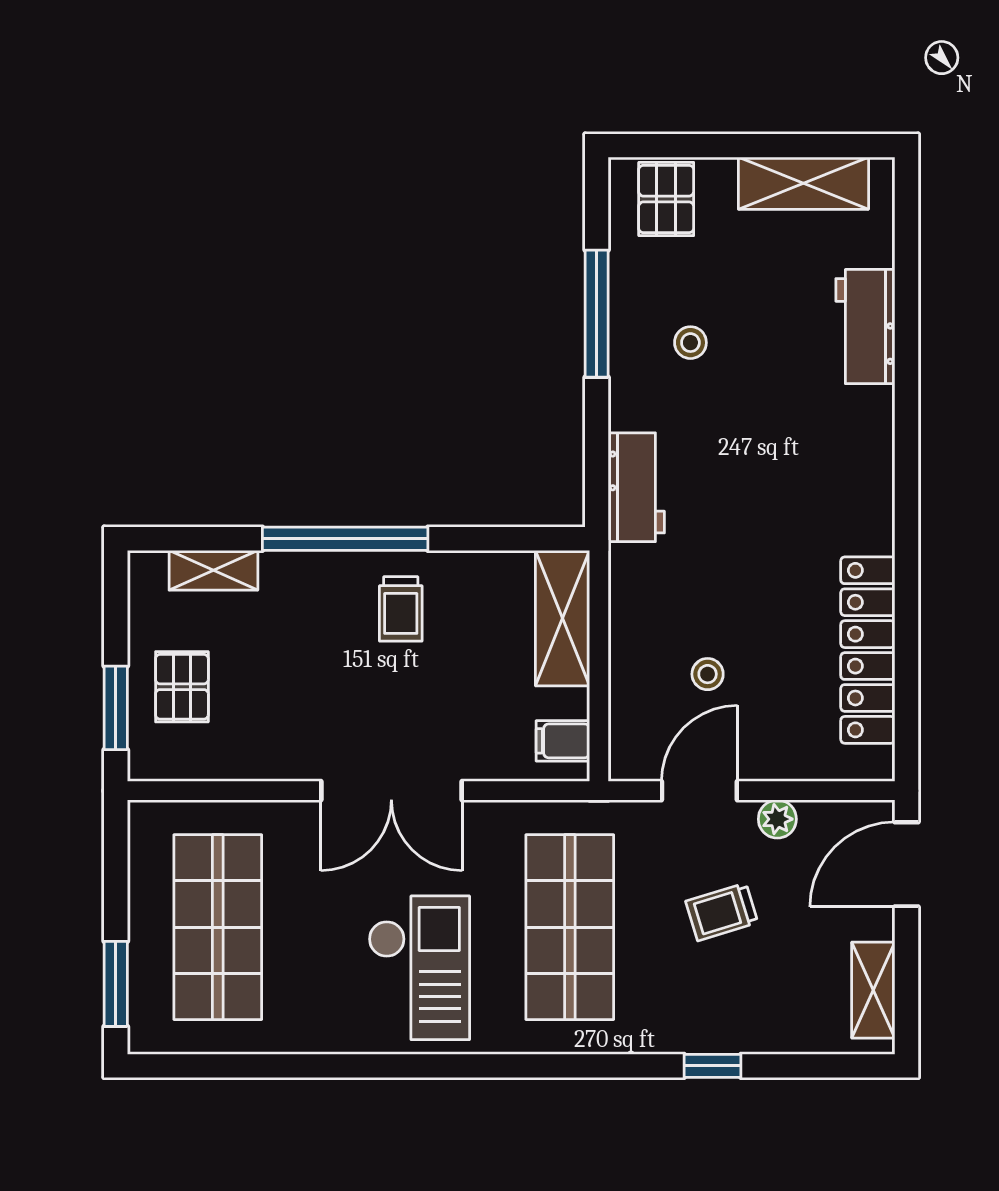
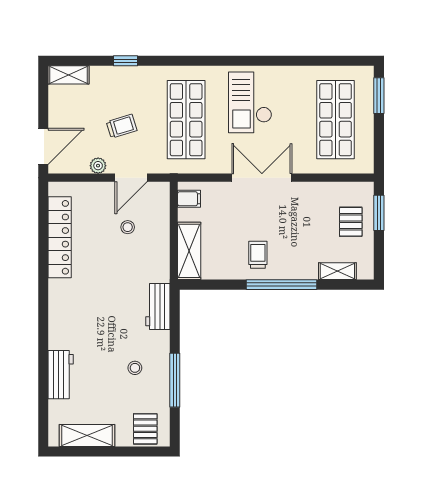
shelving: (873, 990) -> (68, 75), moved, turned 90

